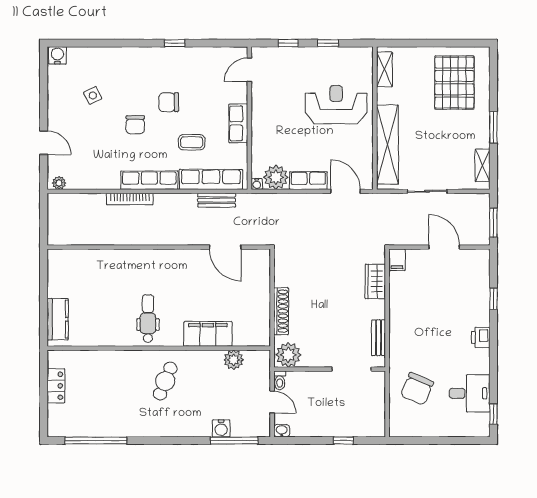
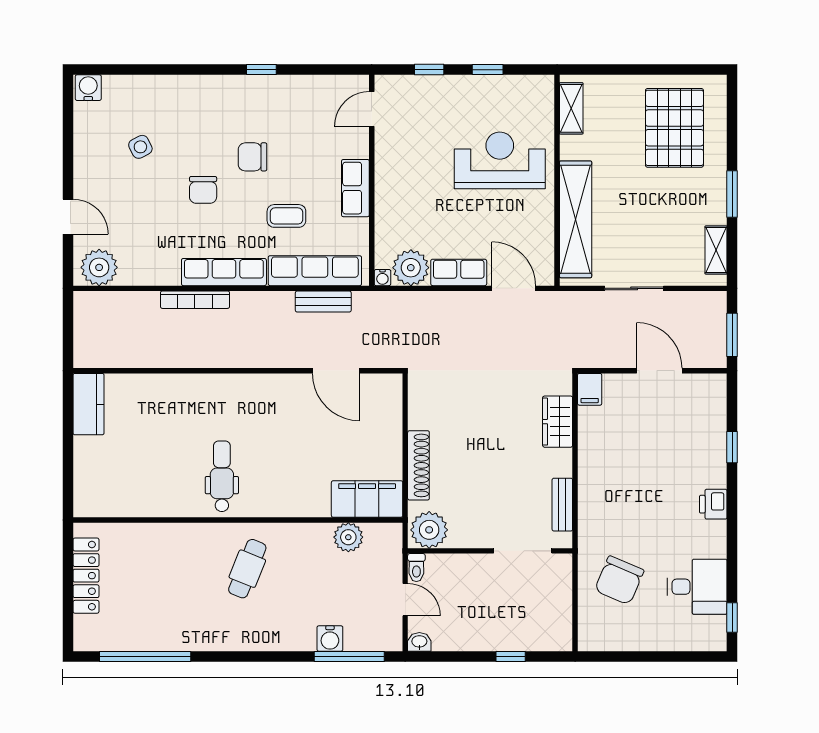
plant: (59, 183) -> (99, 267), width x1.88, depth x1.88
kitchen counter: (58, 319) -> (89, 404), moved
filing cabinet: (208, 334) -> (367, 499), moved
locker: (56, 386) -> (86, 576), width x1.53

